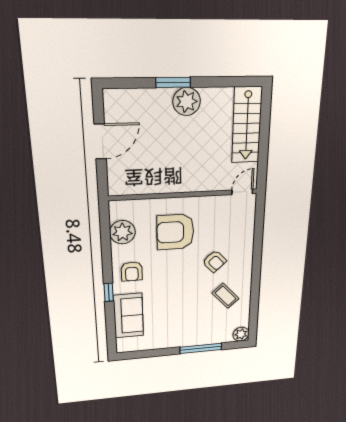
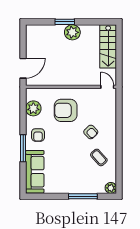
door: (100, 142) -> (23, 68), moved
door: (242, 192) -> (107, 87), hinge flipped
window: (109, 292) -> (23, 148), width x2.17
sofa: (128, 316) -> (35, 172), width x1.36

